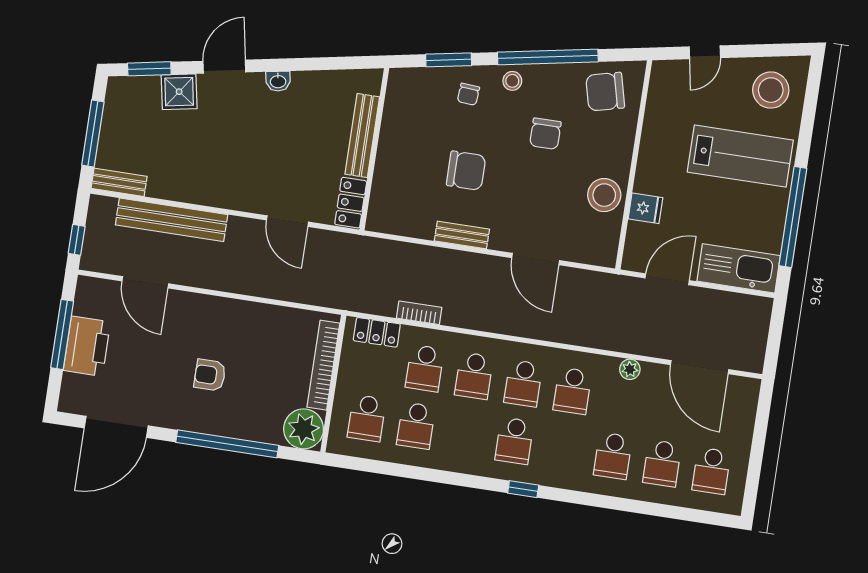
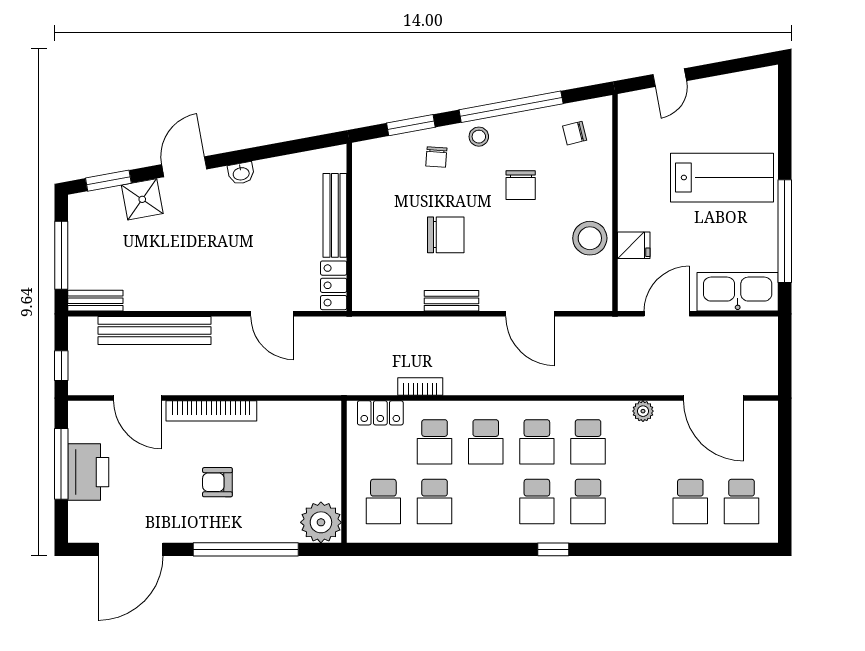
stool: (771, 90) -> (743, 106), removed
chair: (605, 92) -> (575, 133), width x0.54, depth x0.54
bookcase: (323, 365) -> (211, 411), moved, turned -90
school desk: (613, 456) -> (588, 502), moved

